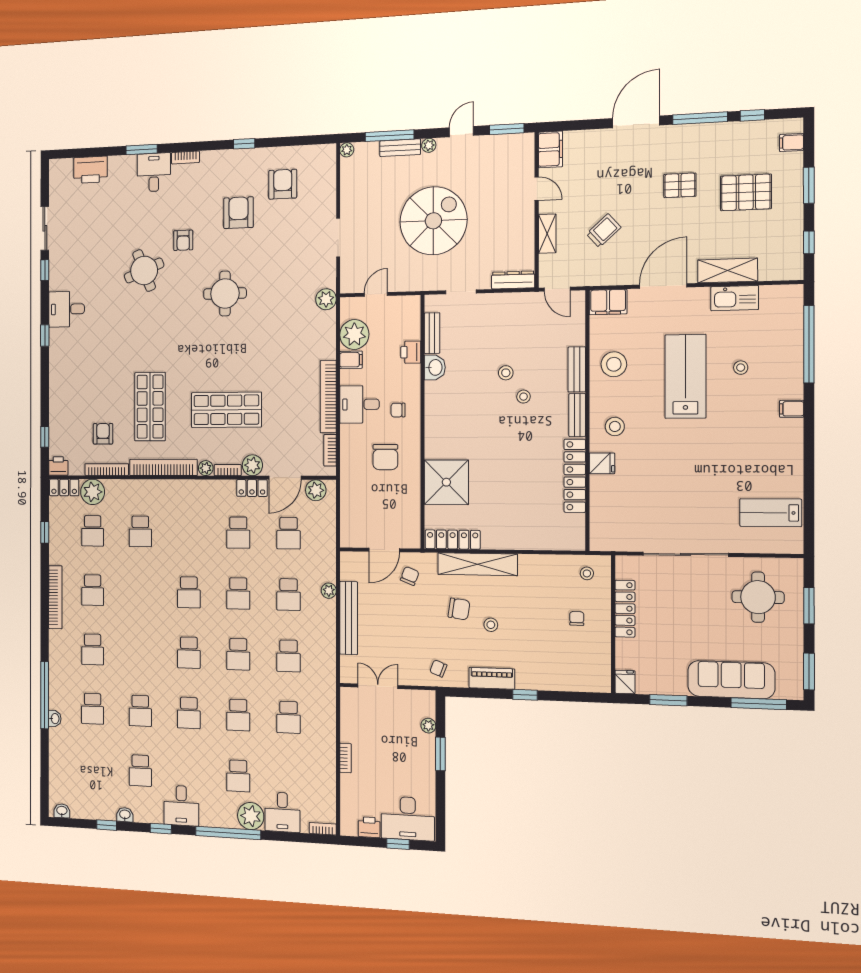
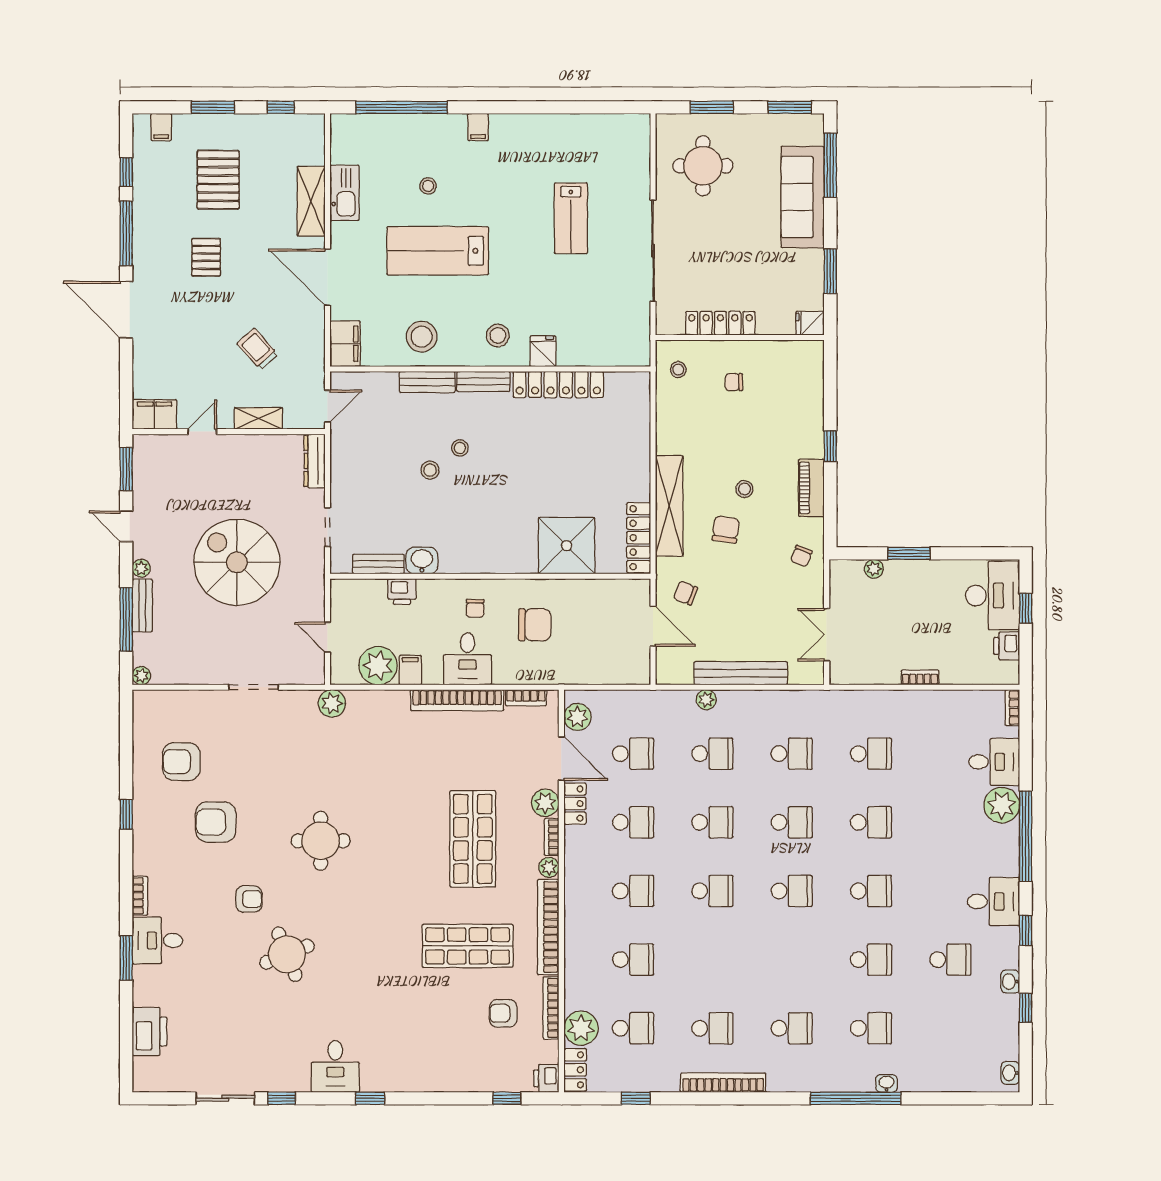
lab bench: (771, 513) -> (571, 218), moved
school desk: (238, 776) -> (633, 891), moved

